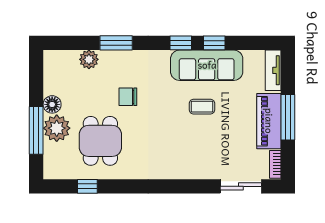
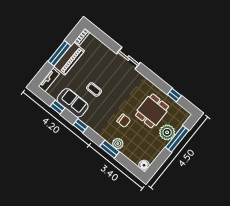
window: (214, 43) -> (58, 107), moved
plant: (89, 59) -> (118, 144), moved
sofa: (207, 65) -> (73, 103), width x0.73
floor lamp: (52, 104) -> (144, 165), moved
sliding door: (241, 186) -> (128, 58), moved

